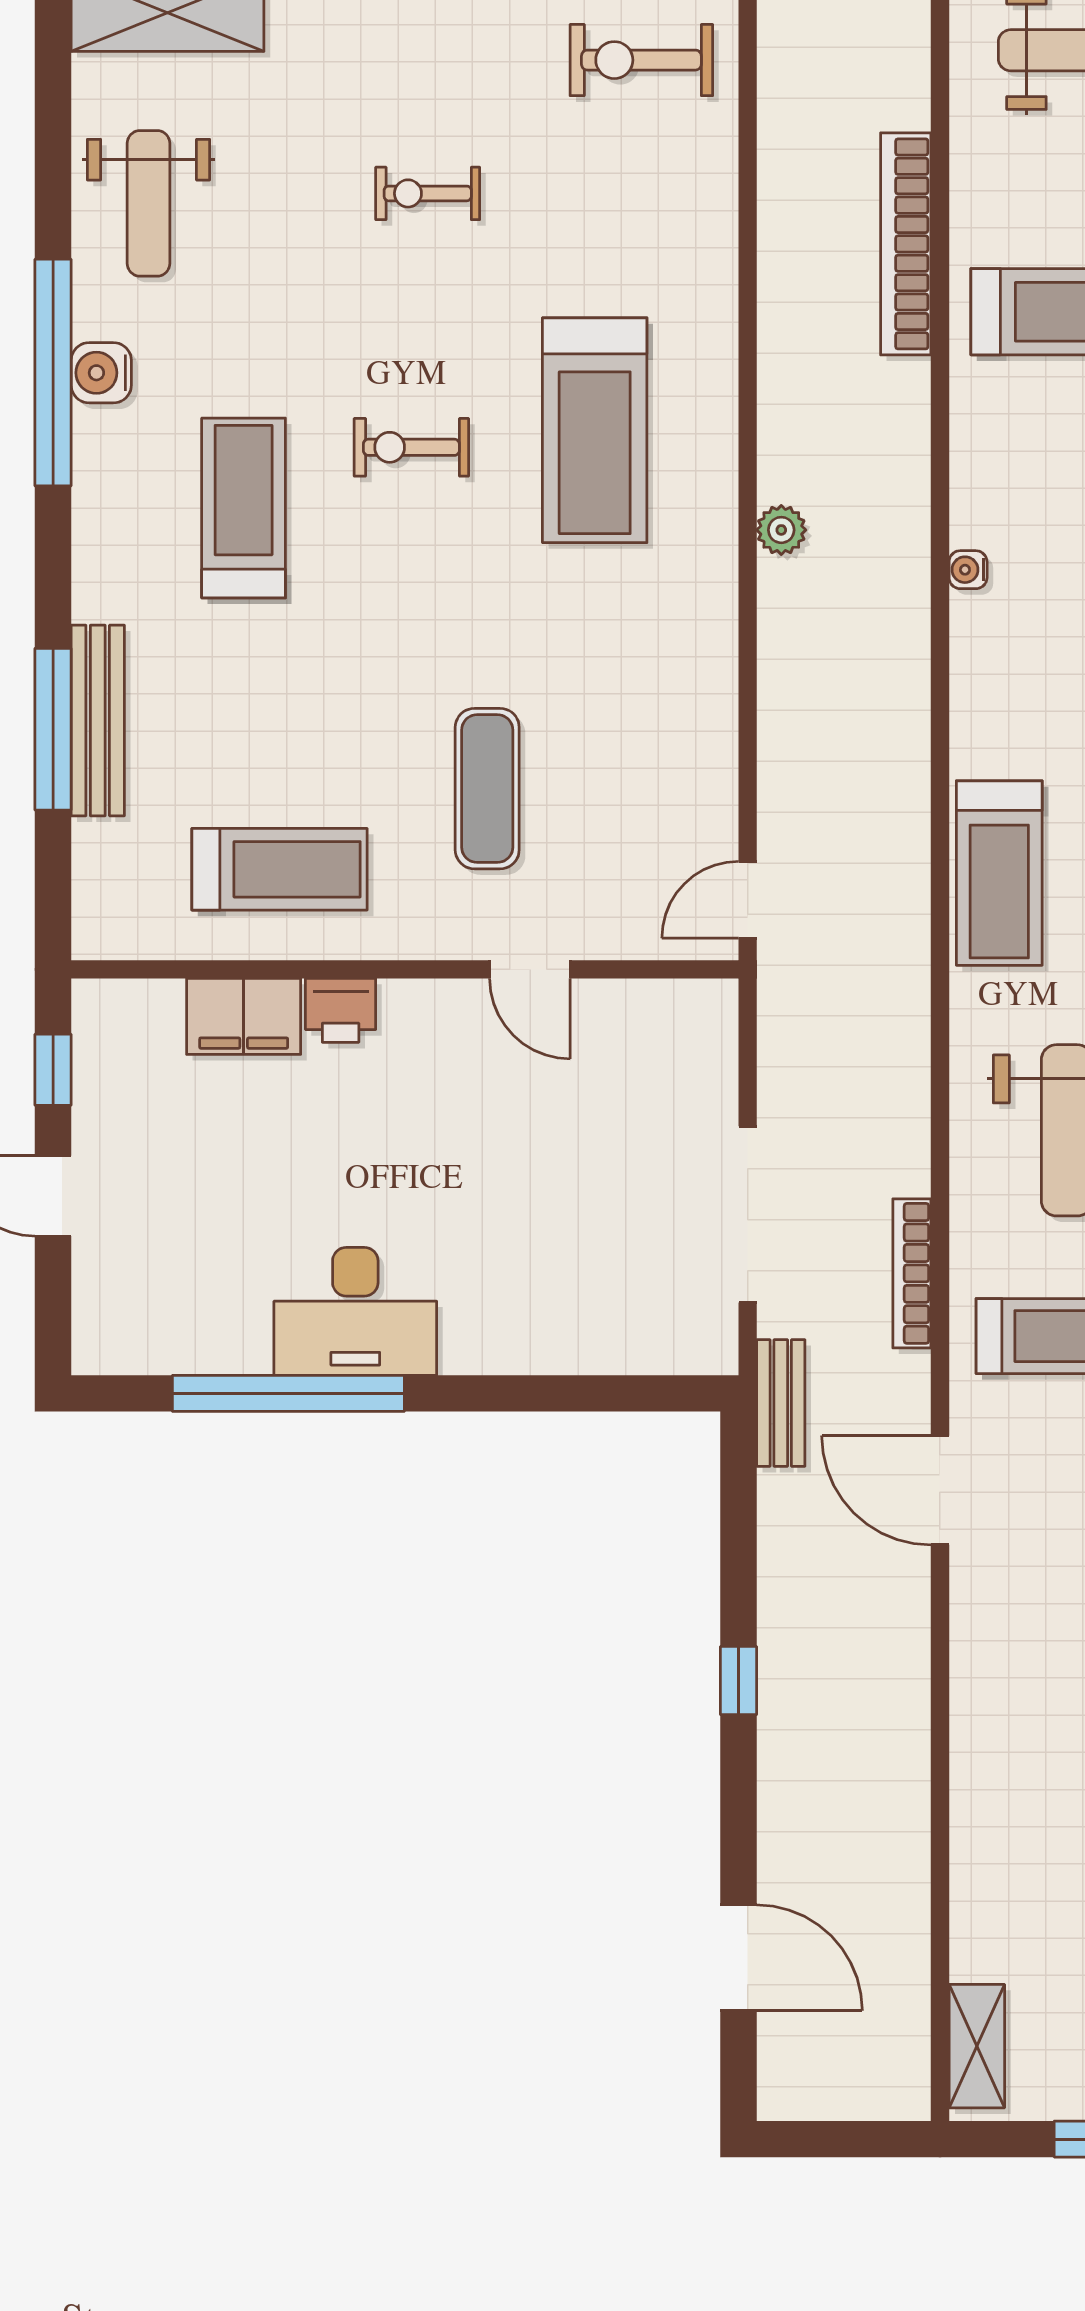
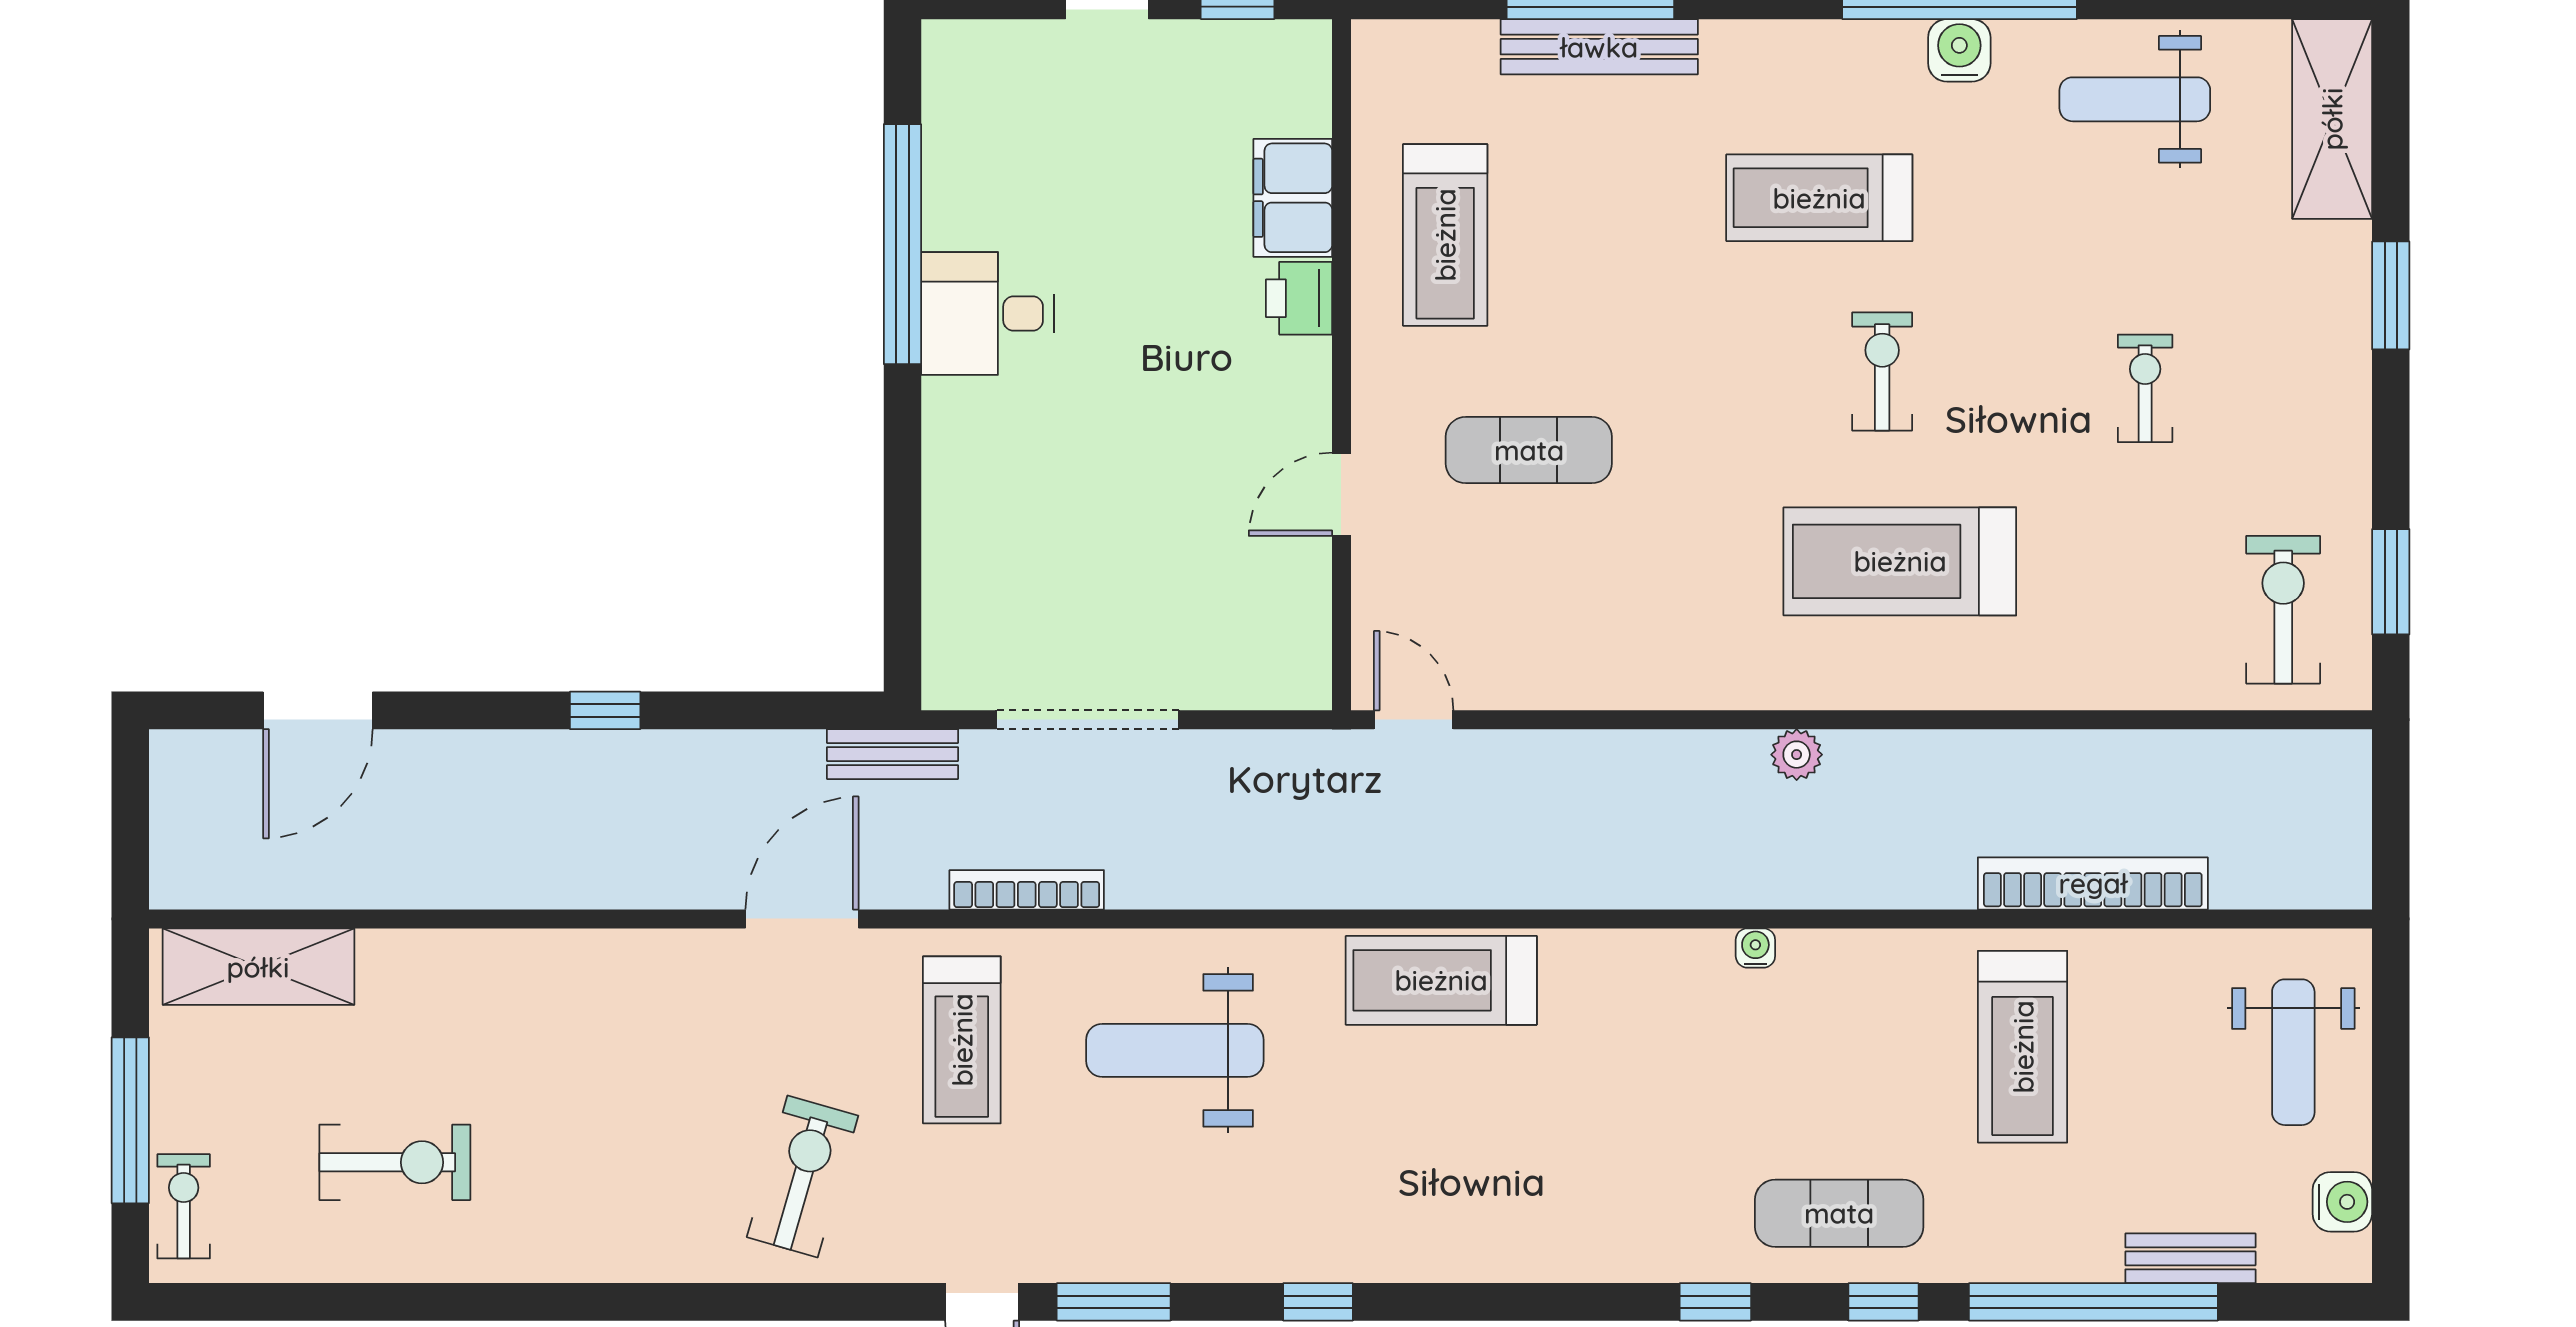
treadmill: (244, 508) -> (1819, 198), turned 180
desk: (355, 1311) -> (987, 313), width x0.73
shelving: (977, 2046) -> (258, 967), width x1.50, depth x1.33

